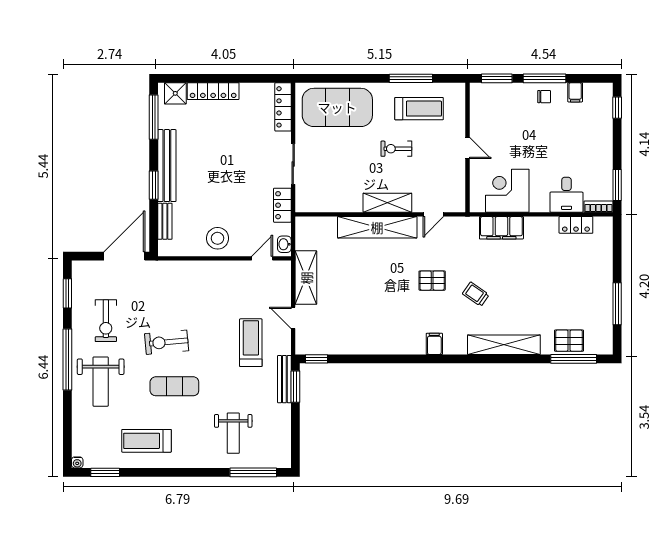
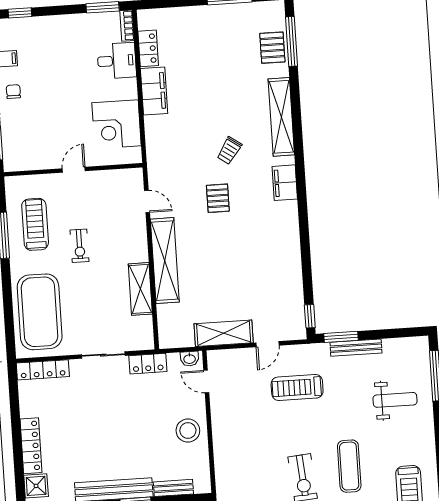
shelving: (387, 203) -> (140, 289), moved
filing cabinet: (501, 228) -> (154, 91), moved
filing cabinet: (434, 344) -> (285, 183), width x2.00
bench: (284, 379) -> (356, 348), moved

